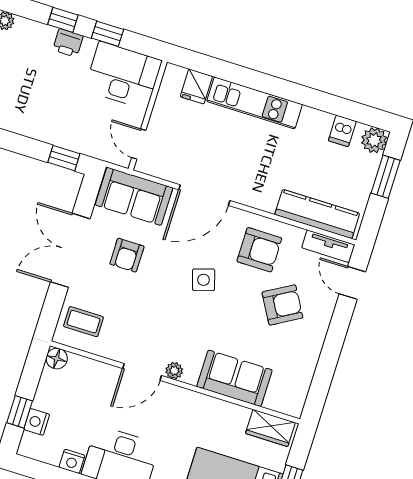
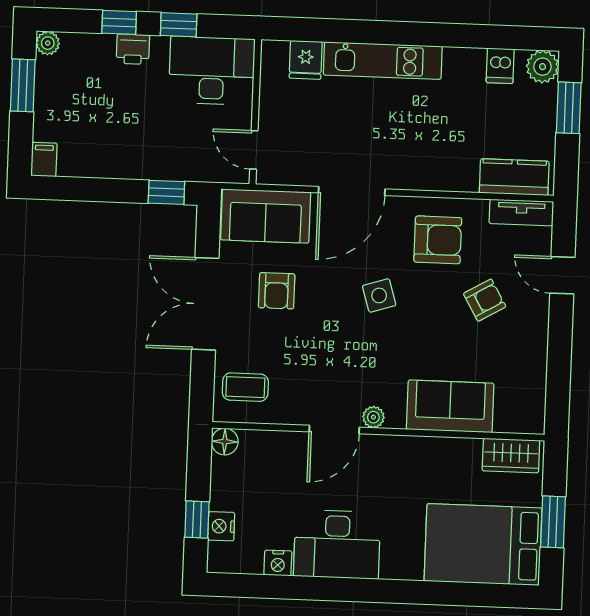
kitchen counter: (317, 214) -> (514, 177), width x0.67
door: (352, 283) -> (562, 275), moved
armchair: (282, 305) -> (485, 300), width x0.72, depth x0.72

